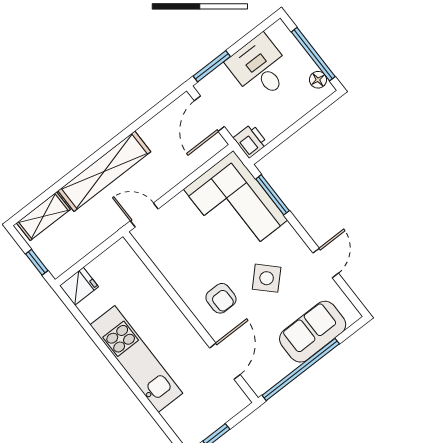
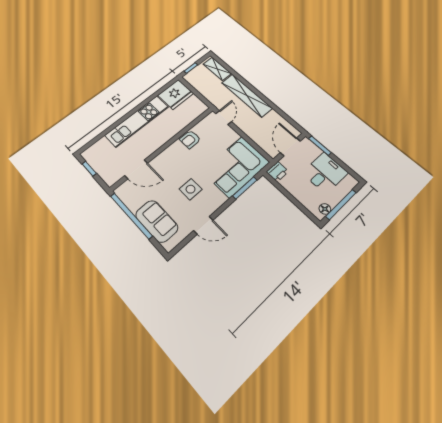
door: (209, 114) -> (290, 147), hinge flipped
side table: (267, 278) -> (191, 189), turned 45
fridge: (79, 286) -> (176, 94), width x1.88, depth x1.34
armchair: (221, 298) -> (190, 139), moved

